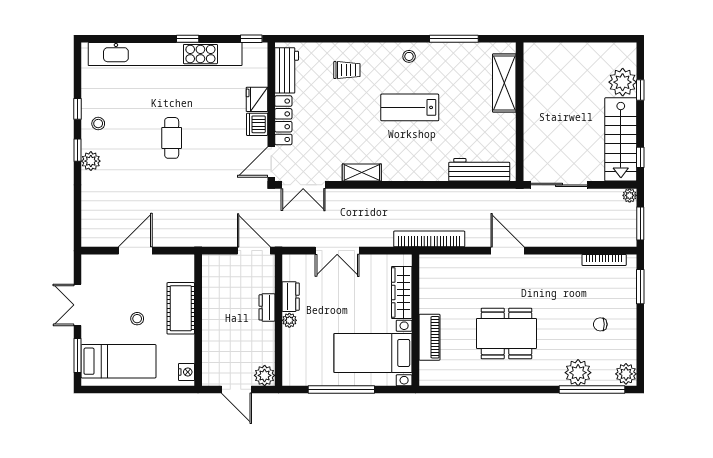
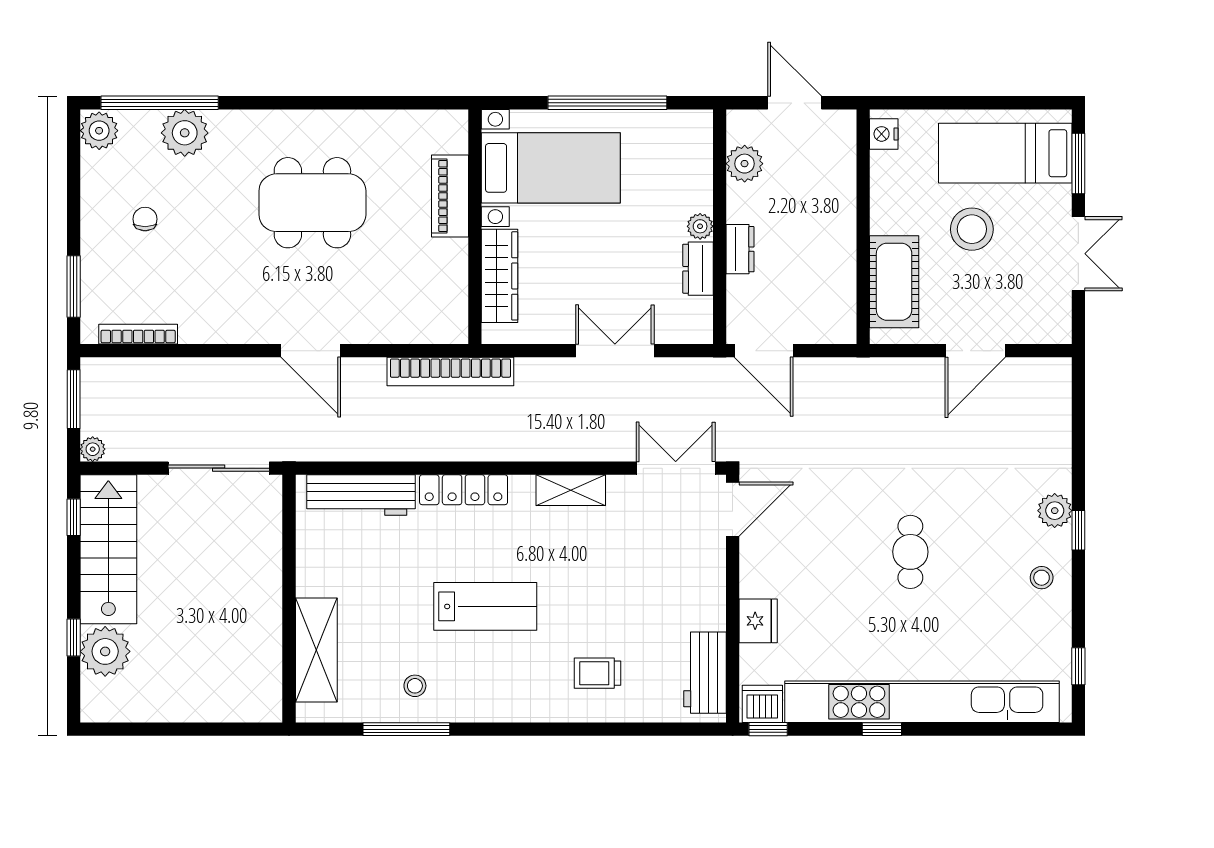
stool: (409, 56) -> (415, 686), moved
window: (78, 109) -> (1078, 666), moved
locker: (283, 120) -> (464, 490), moved, turned -90
dishwasher: (257, 124) -> (762, 704), moved, turned -90
cot: (181, 308) -> (894, 282), moved
stool: (137, 319) -> (972, 229), width x1.89, depth x1.89
chair: (600, 324) -> (145, 219), turned -90
plant: (265, 375) -> (745, 164), moved

